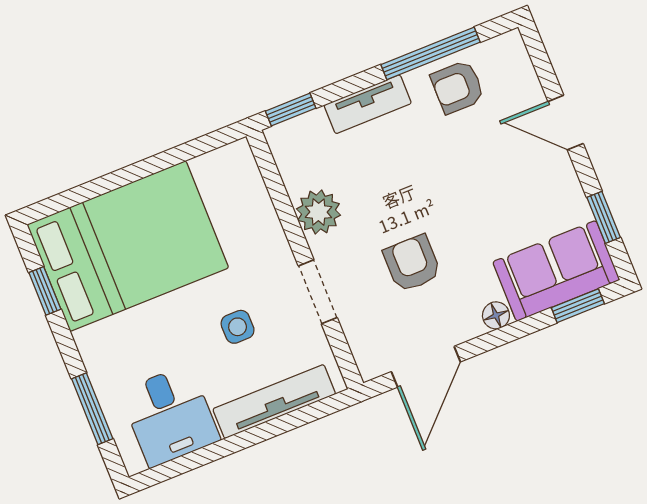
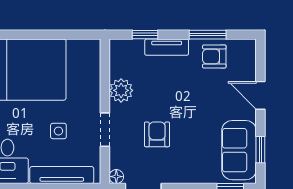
window: (431, 53) -> (208, 35), width x0.69
window: (291, 110) -> (145, 35), moved
sofa: (556, 271) -> (239, 150), moved, turned -90
floor lamp: (496, 315) -> (116, 177), moved

